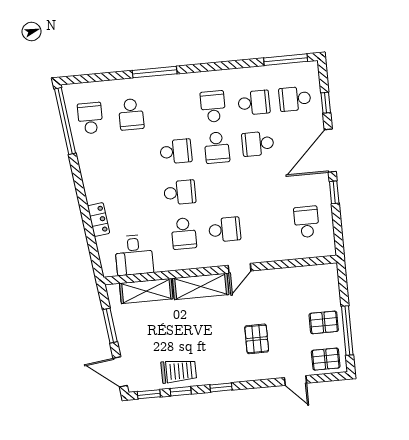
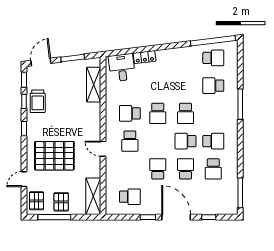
school desk: (295, 99) -> (158, 169), moved
desk: (134, 255) -> (122, 68), moved, turned 83
shelving: (201, 286) -> (93, 196), moved
pallet: (257, 339) -> (54, 156), width x2.05, depth x2.00

